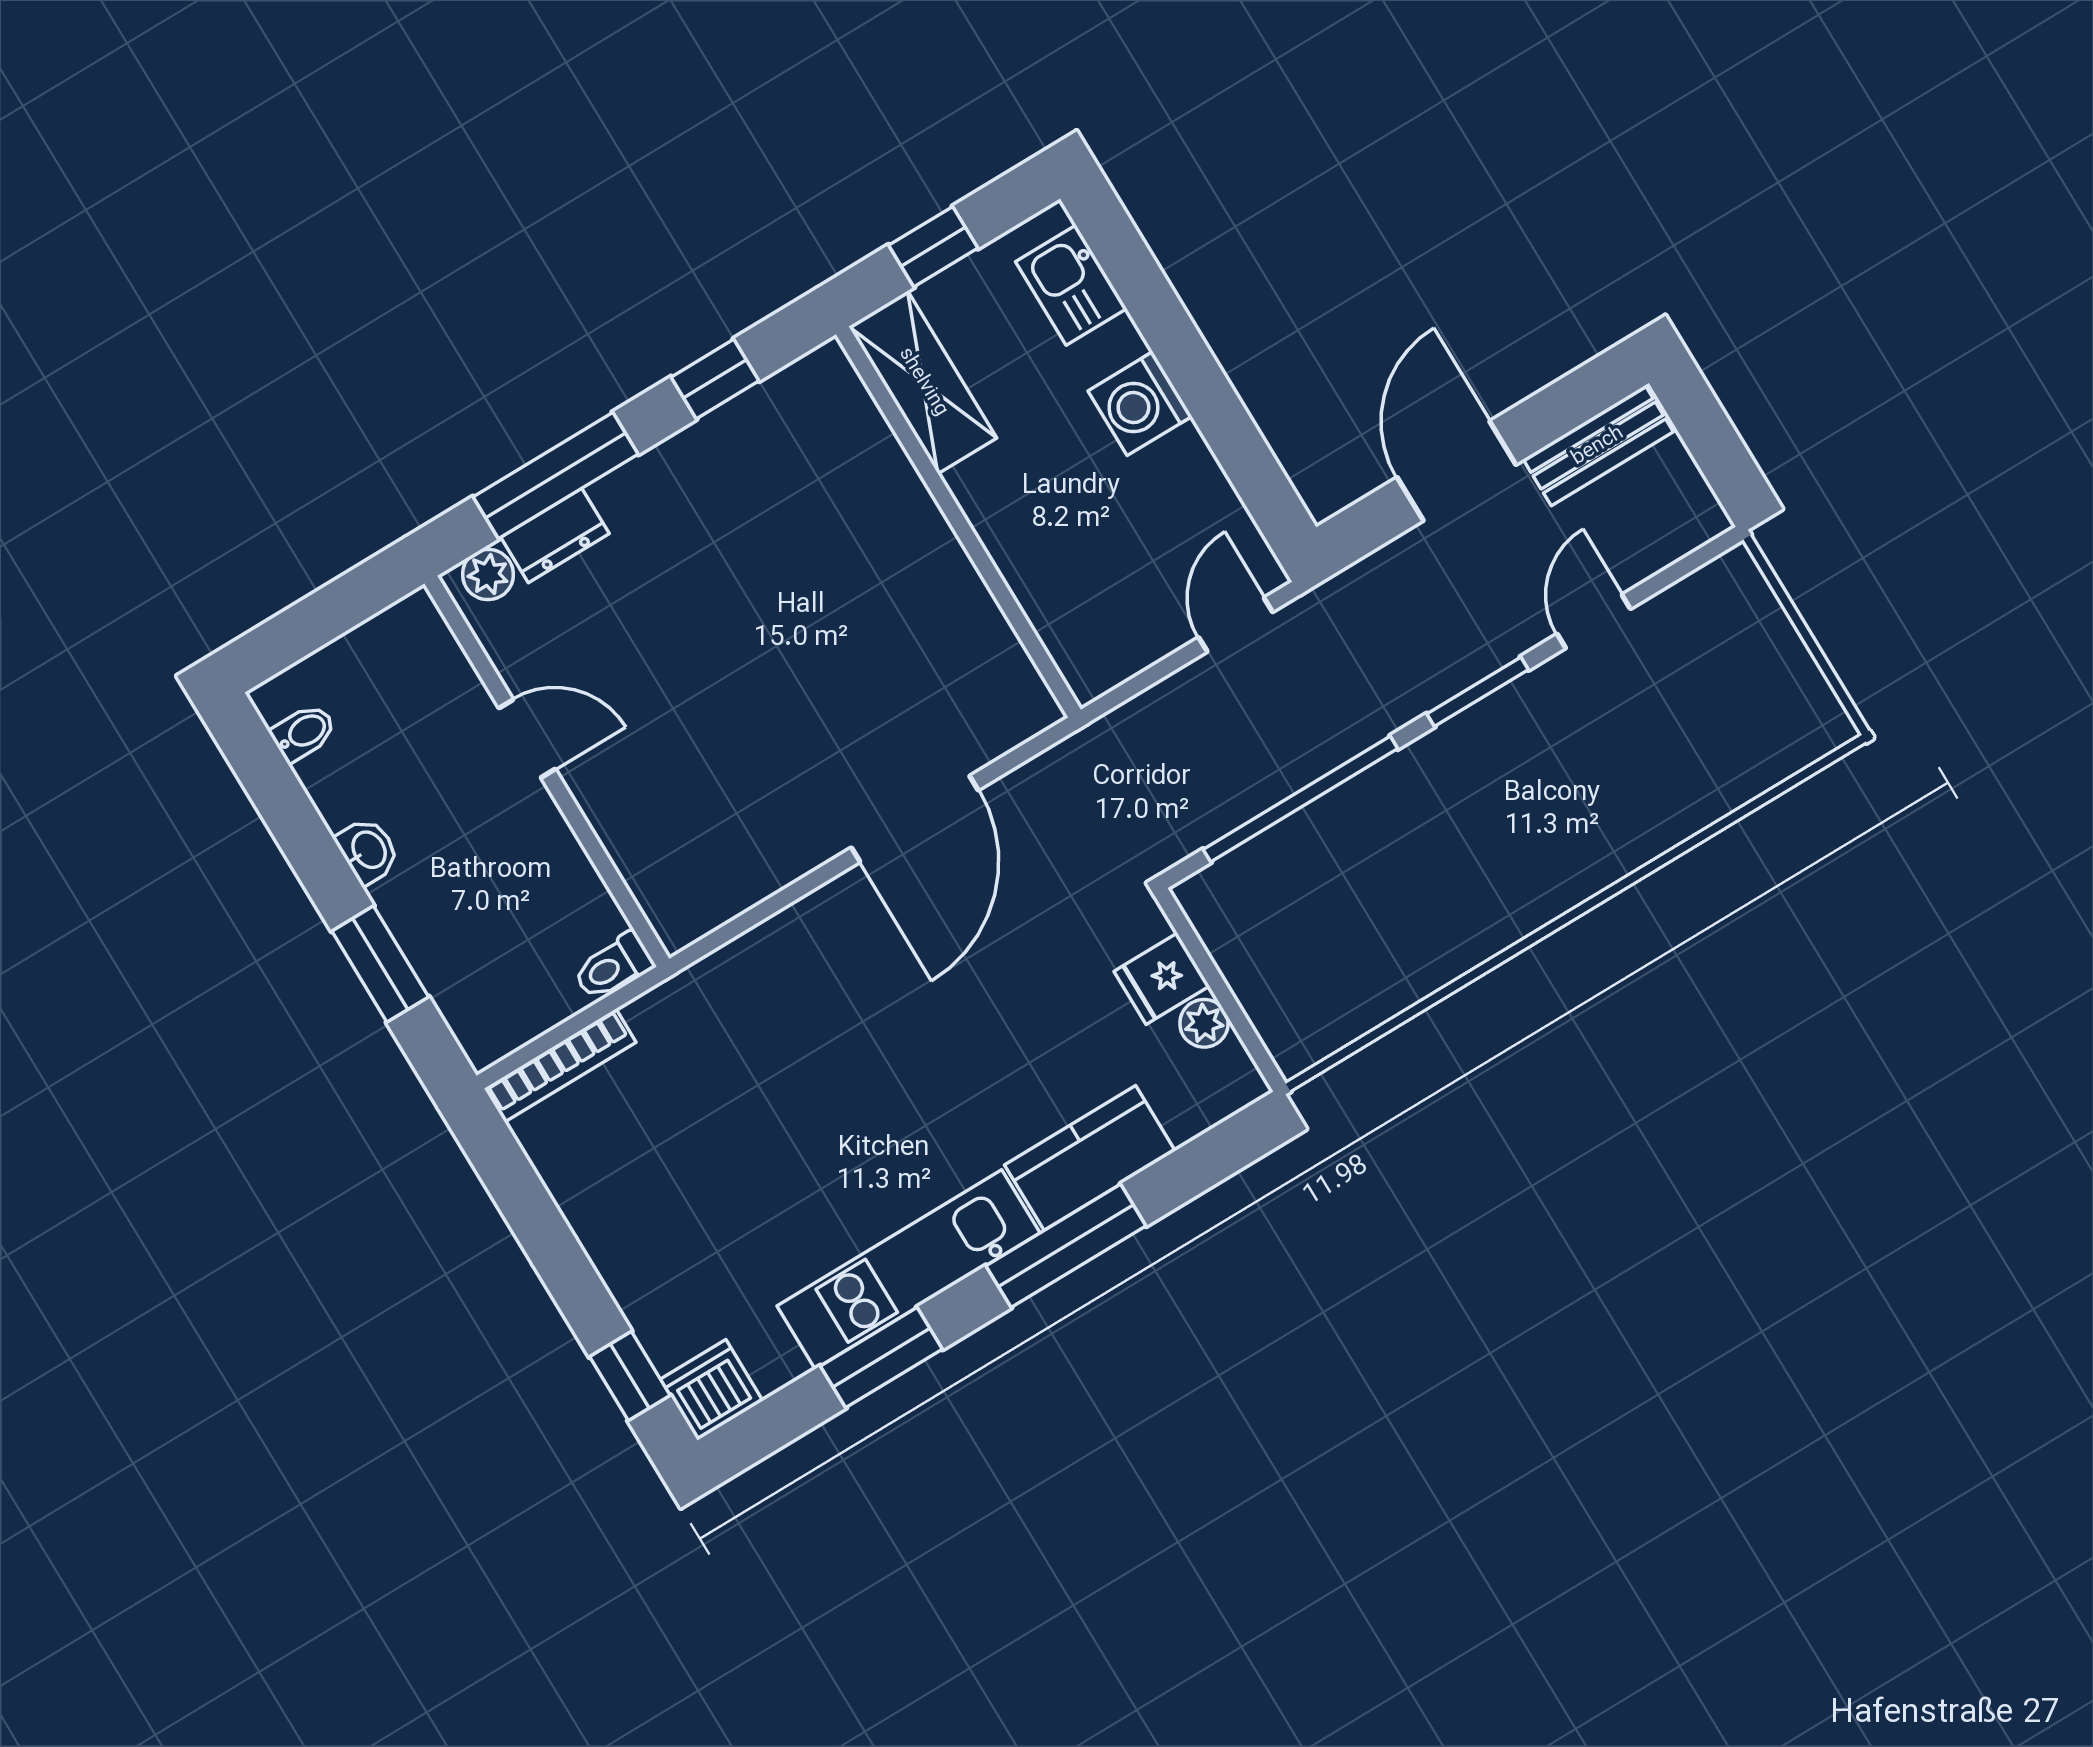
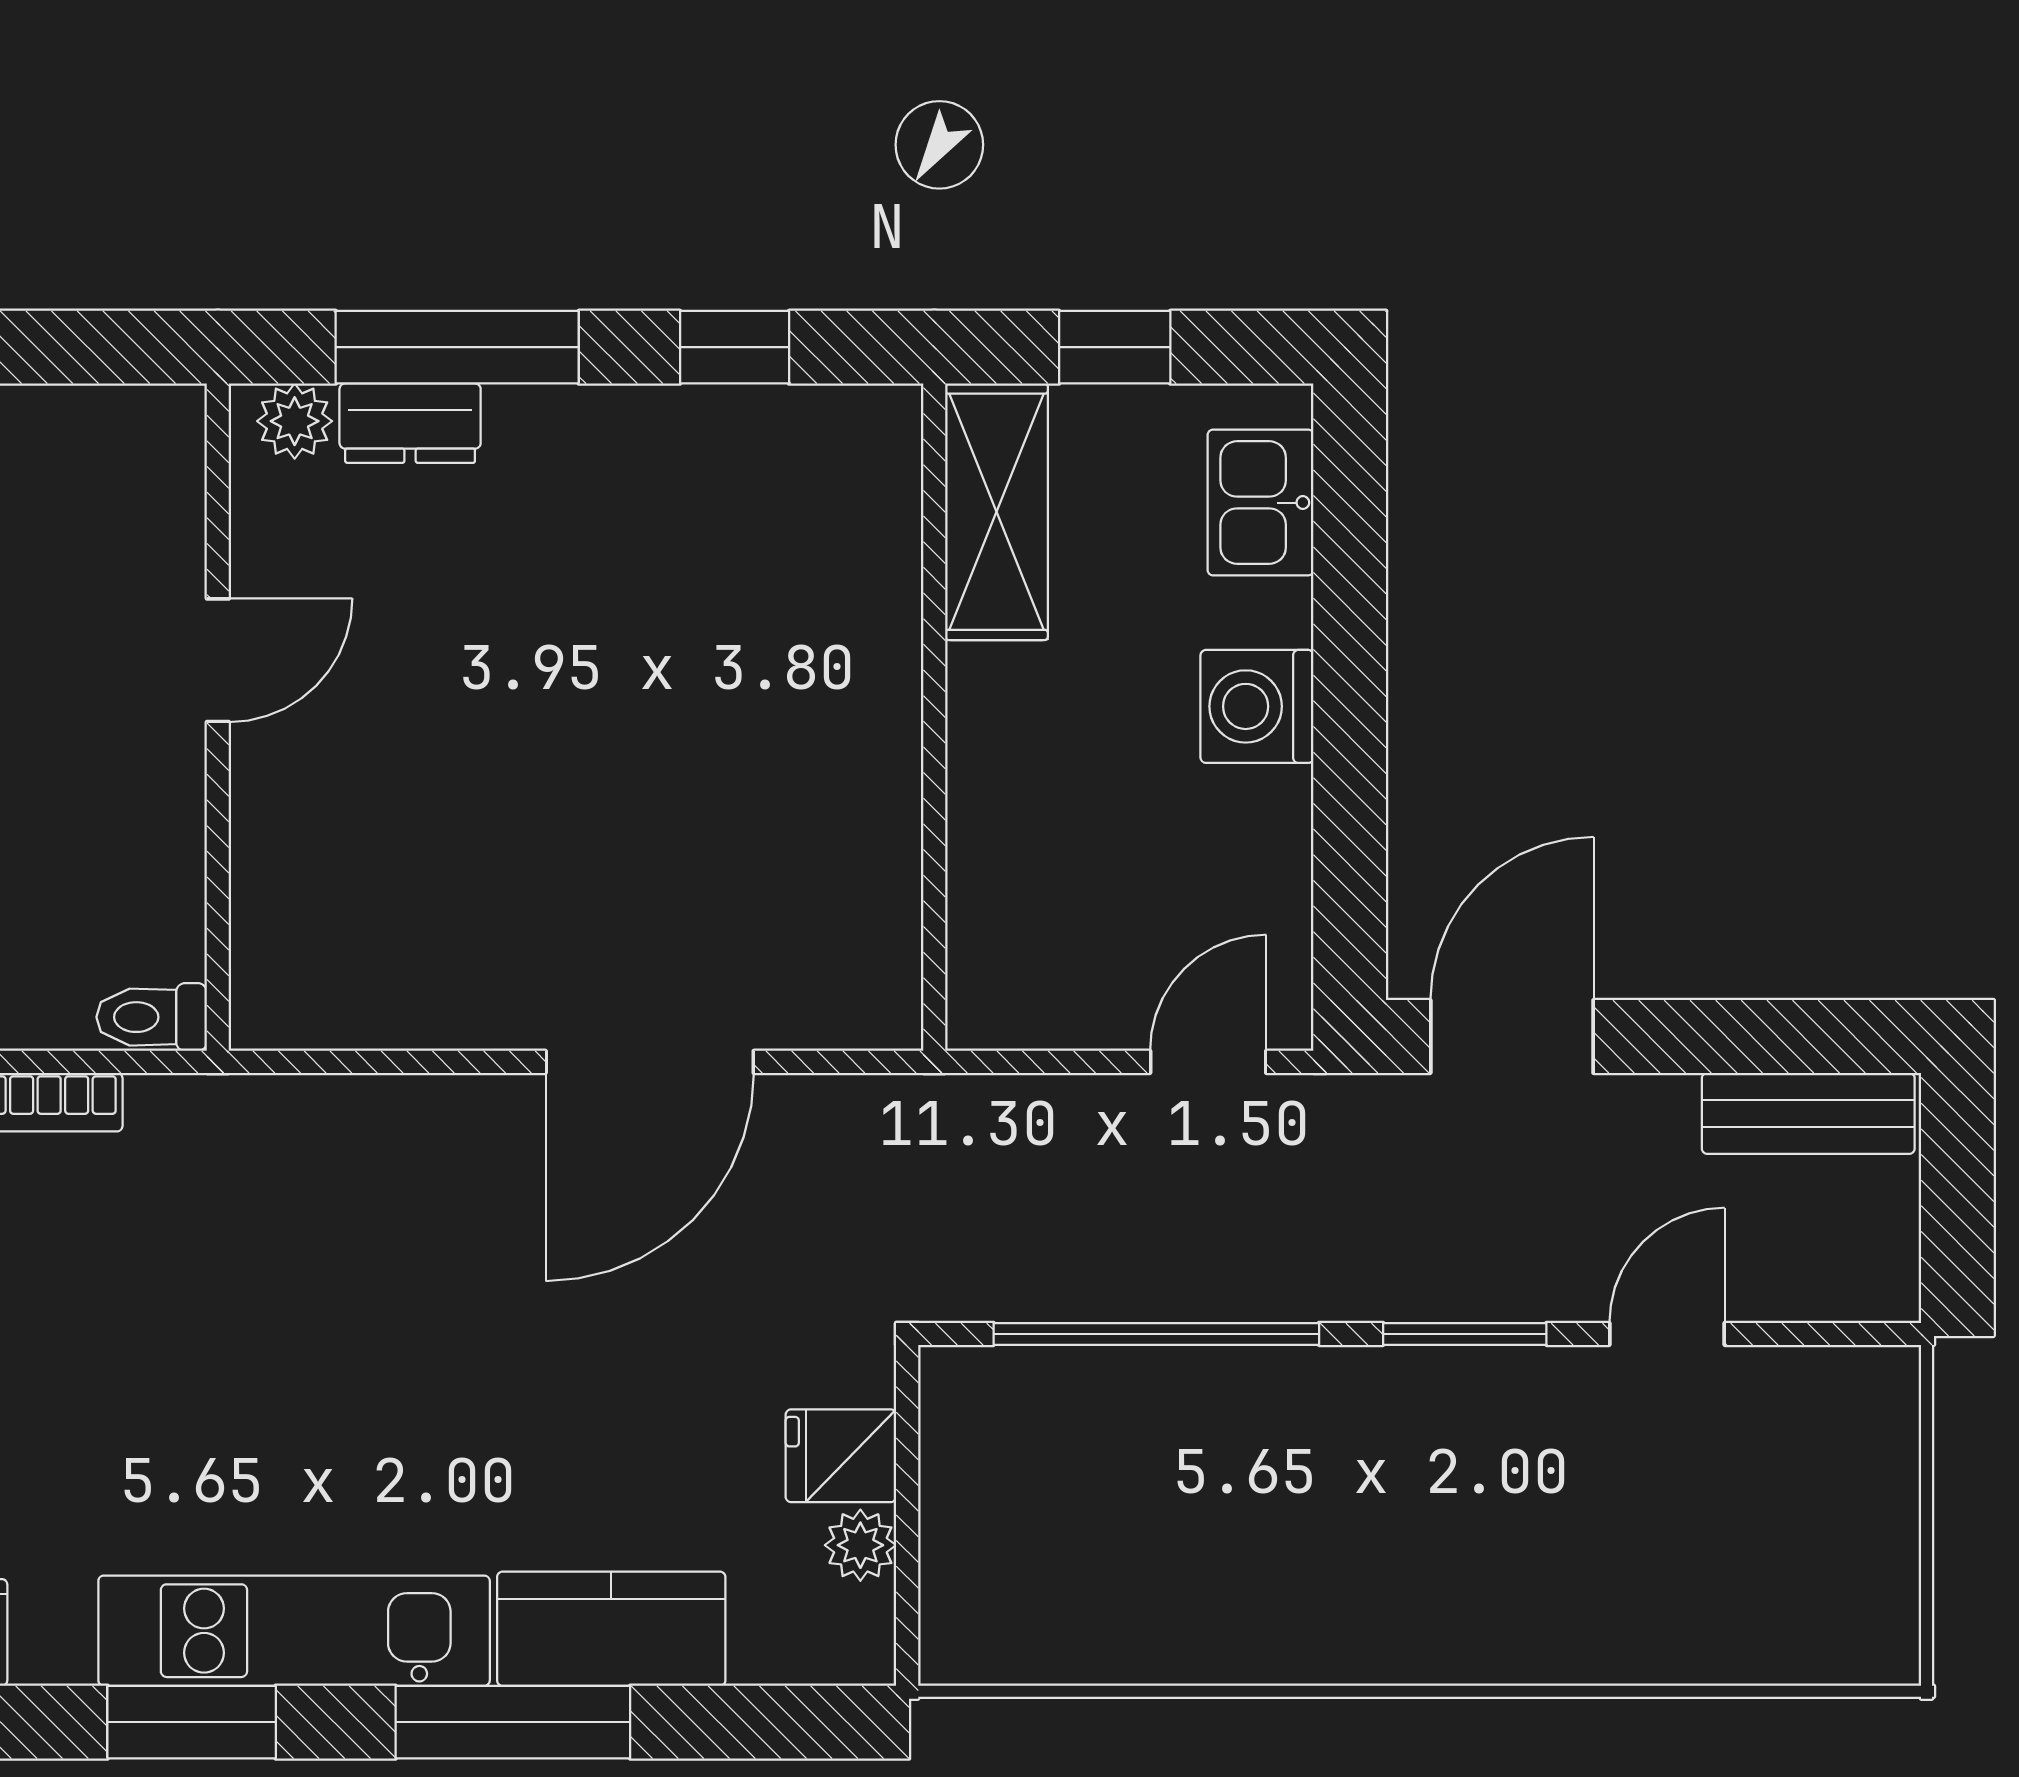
door: (1457, 471) -> (1512, 1036), moved
door: (527, 739) -> (218, 660), hinge flipped

